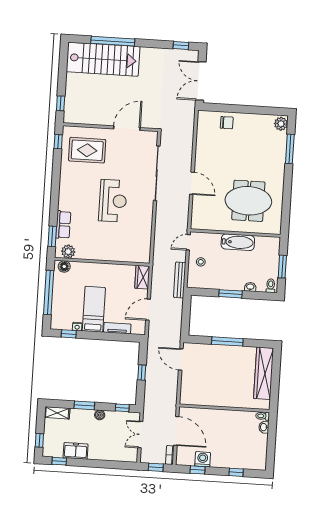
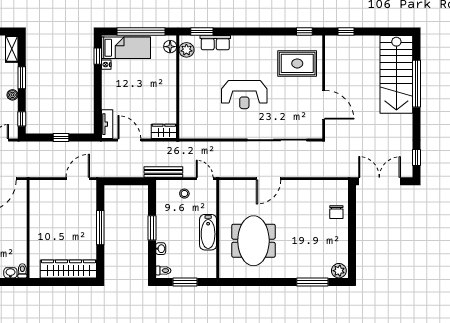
rug: (87, 150) -> (297, 63), turned 90
bed: (94, 309) -> (126, 48), moved
tv unit: (117, 328) -> (107, 124), moved

